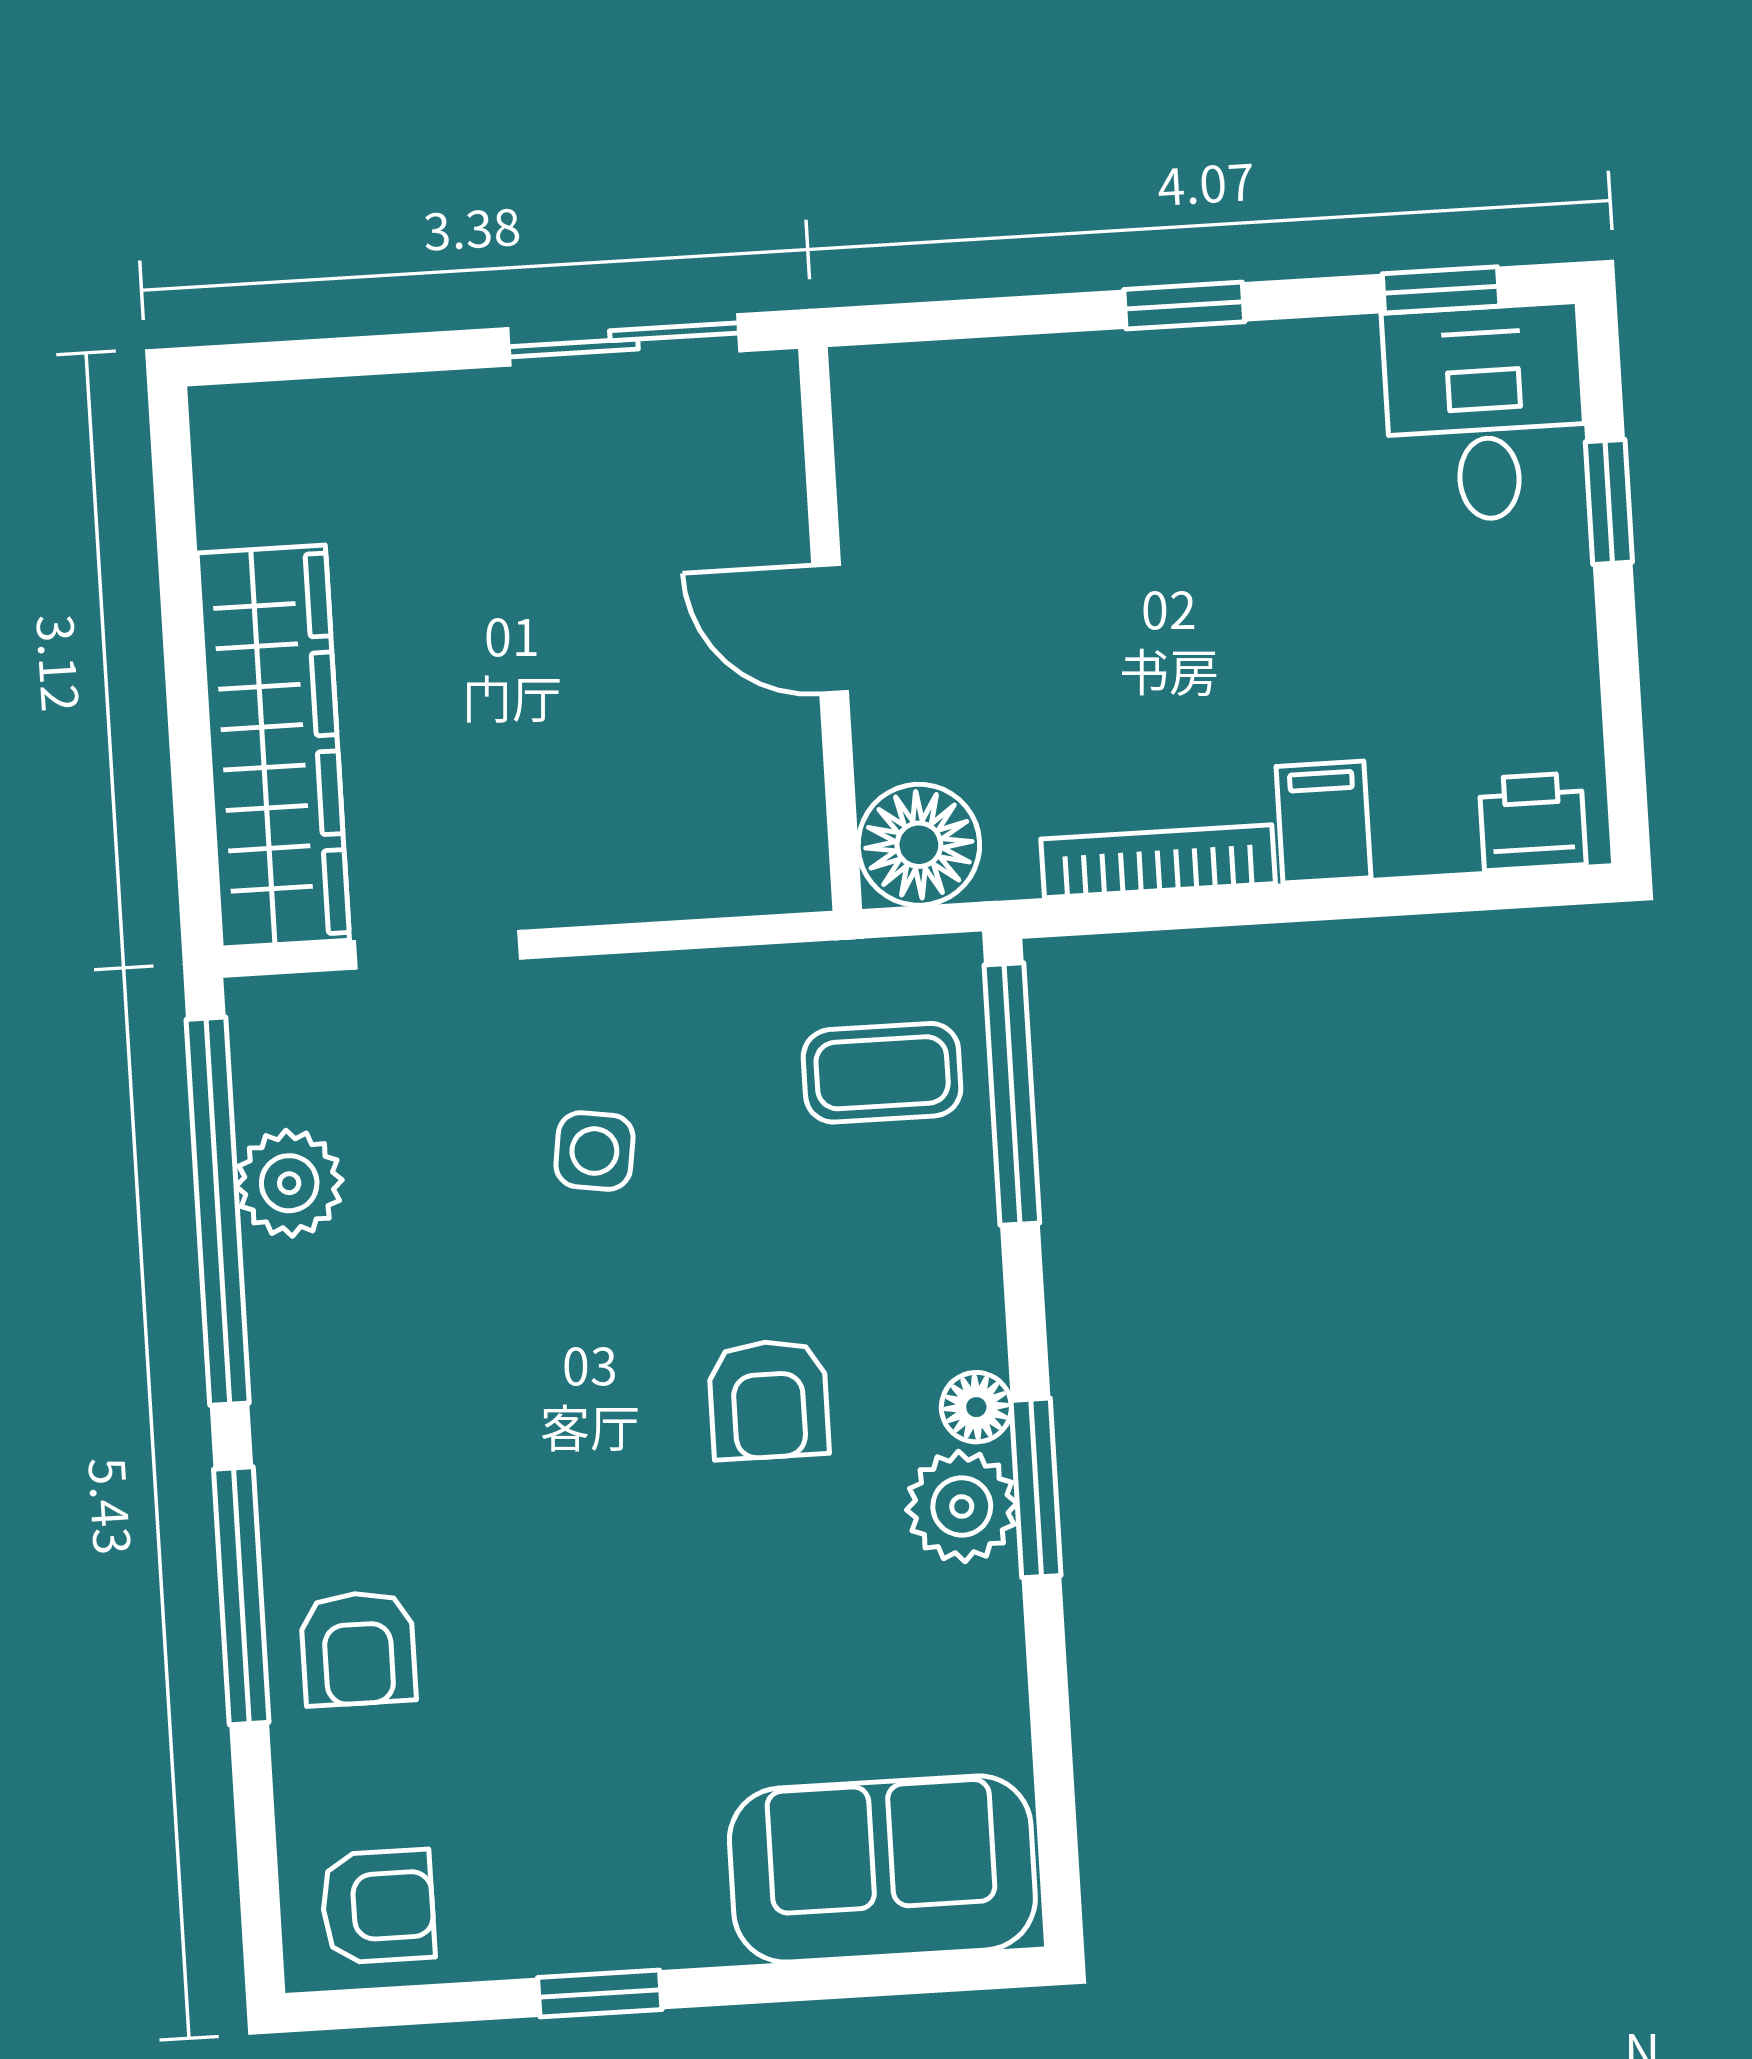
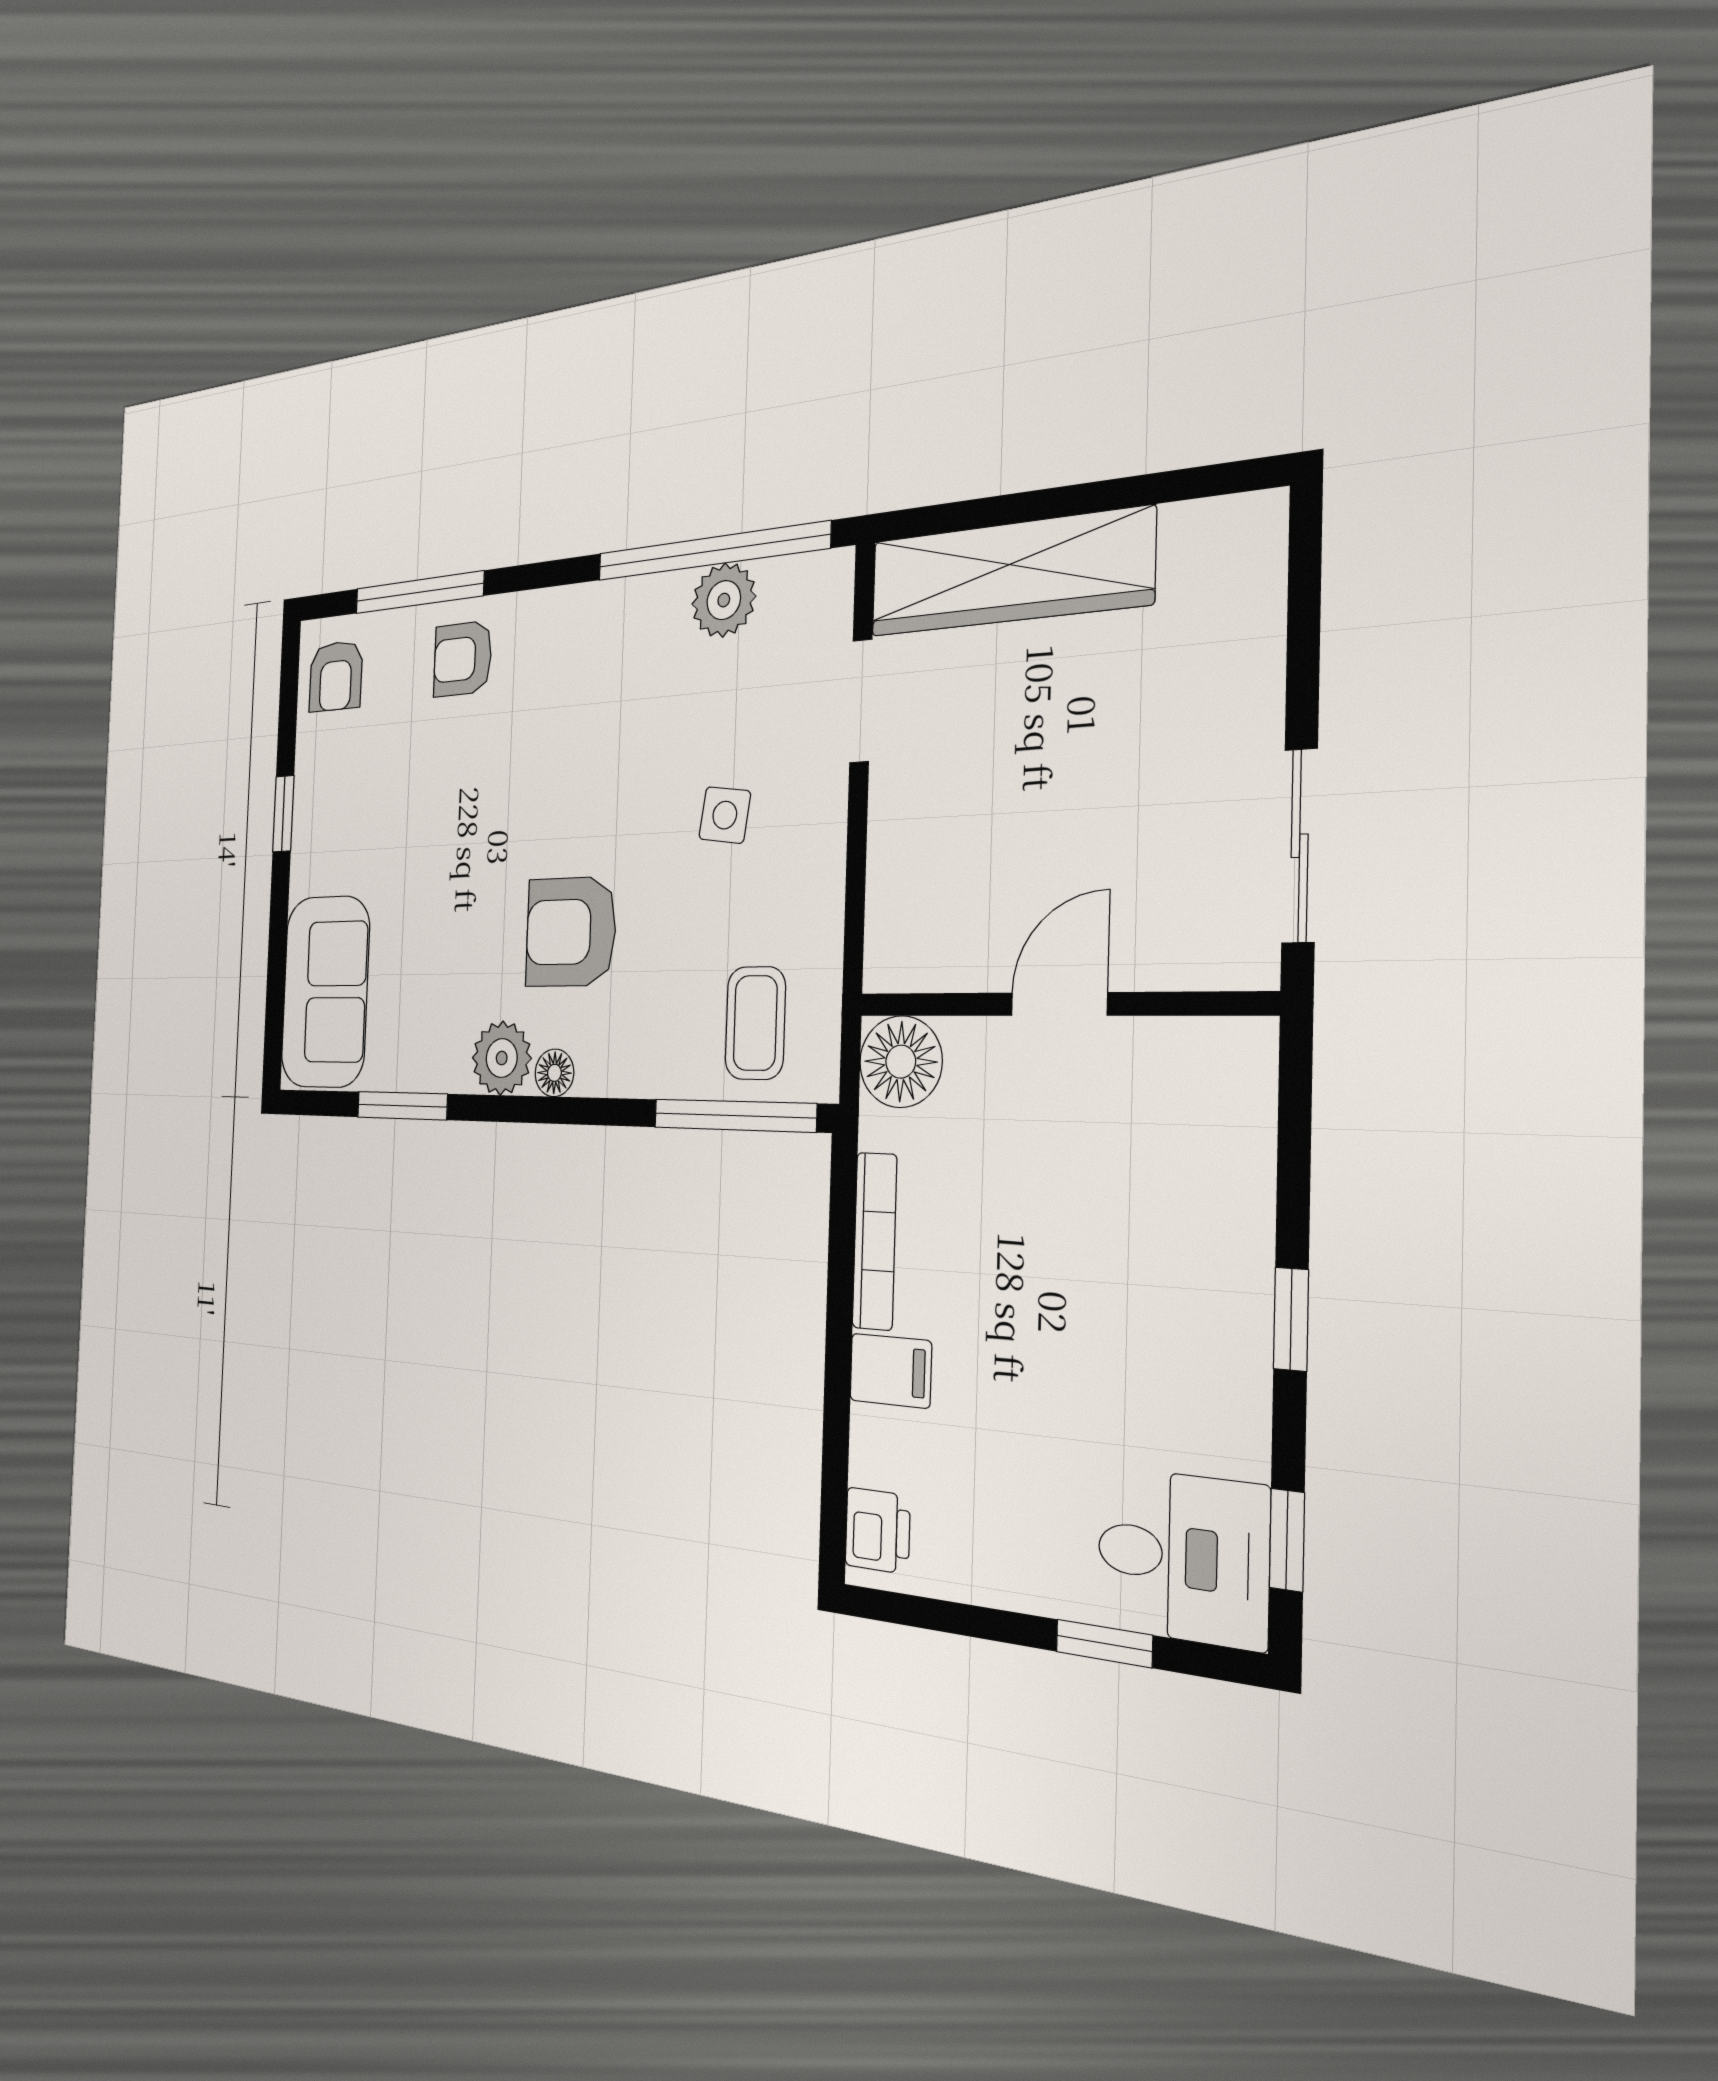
armchair: (769, 1400) -> (571, 932), width x1.38, depth x1.38
window: (1036, 1488) -> (402, 1106), moved
window: (241, 1596) -> (419, 592), moved

